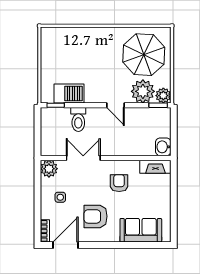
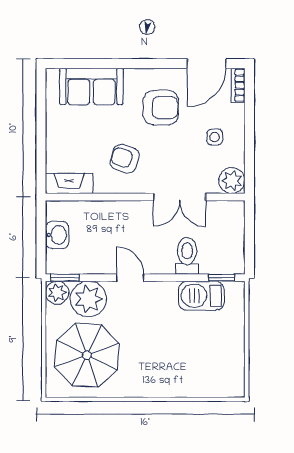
washbasin: (163, 147) -> (57, 235), moved
armchair: (119, 183) -> (125, 159), turned 109

